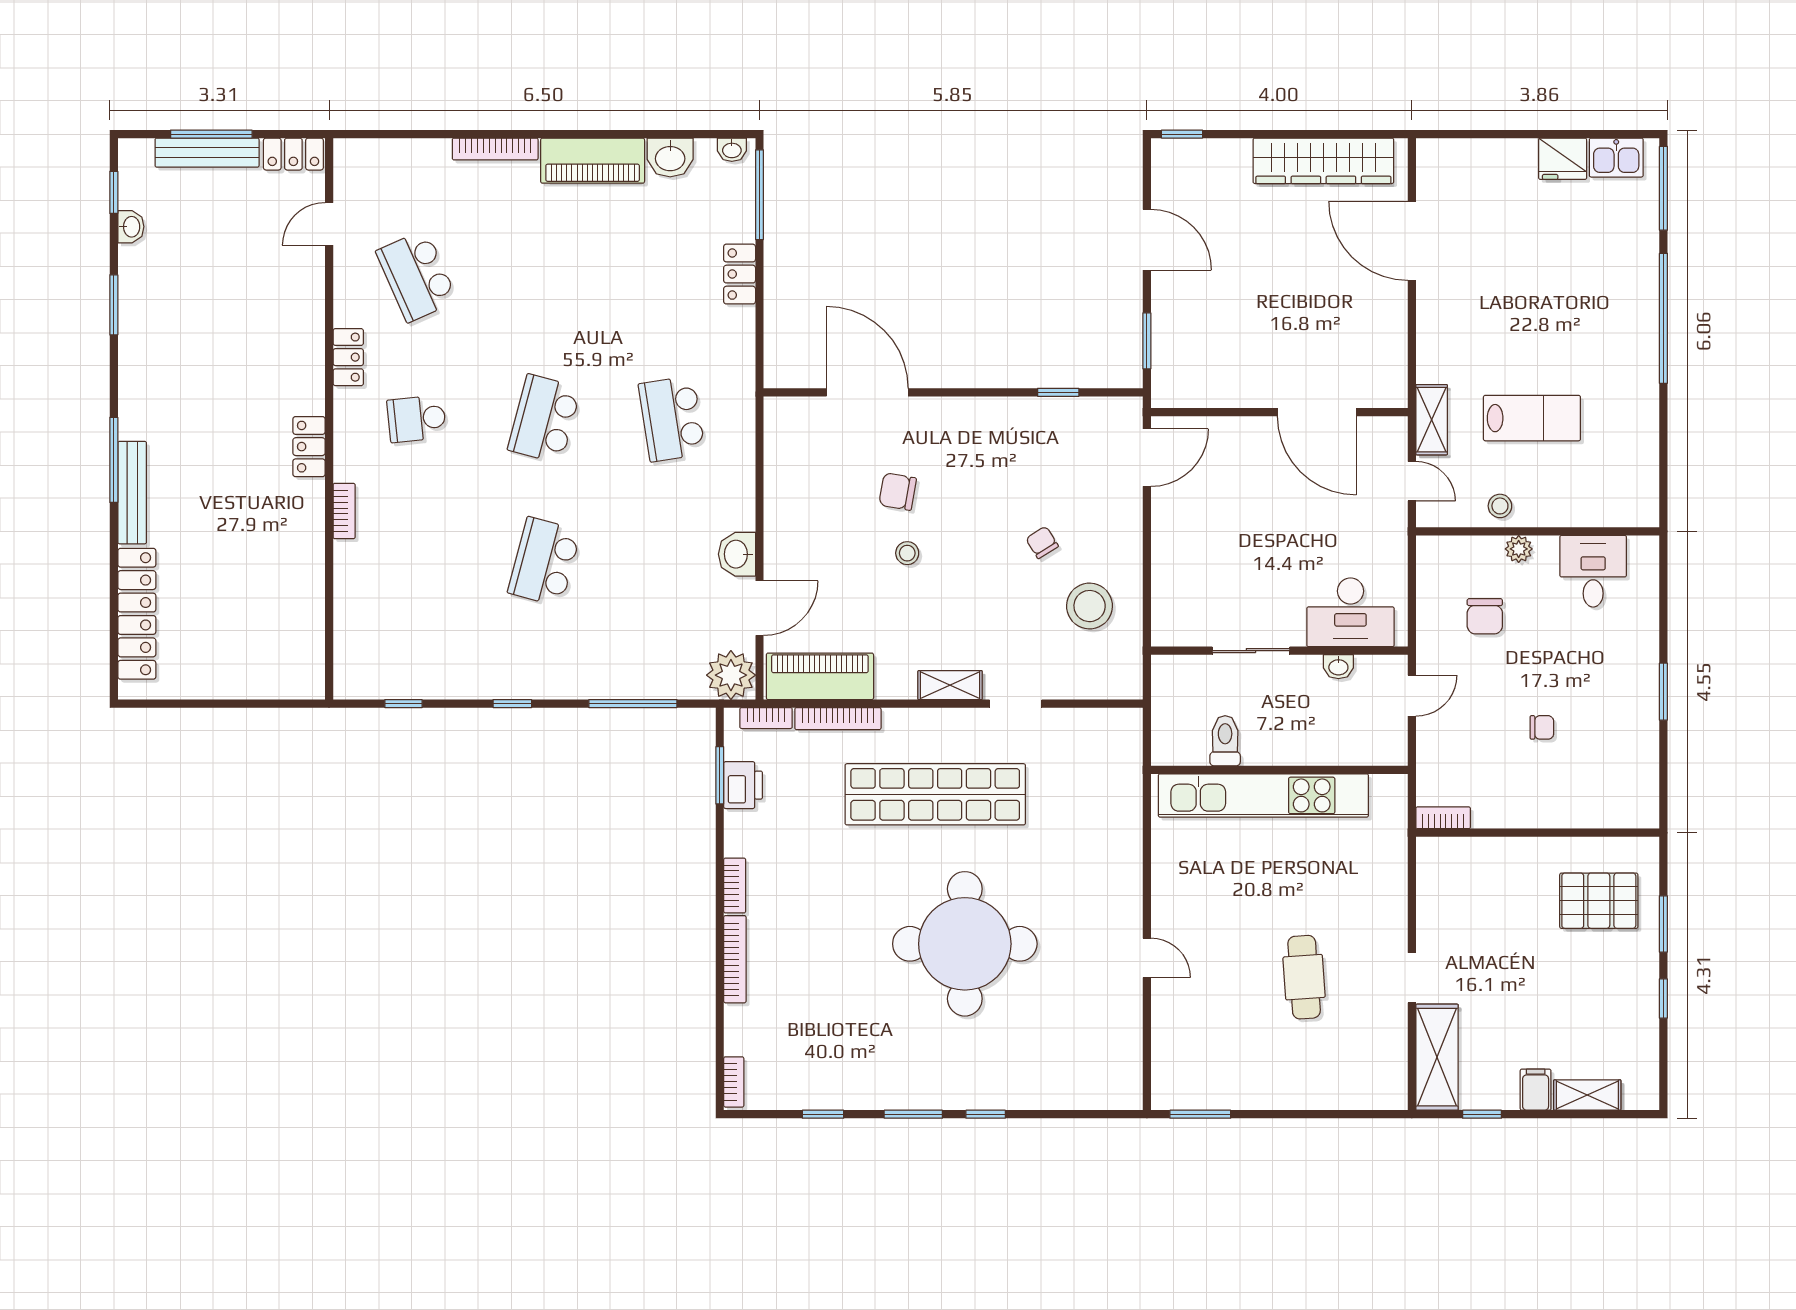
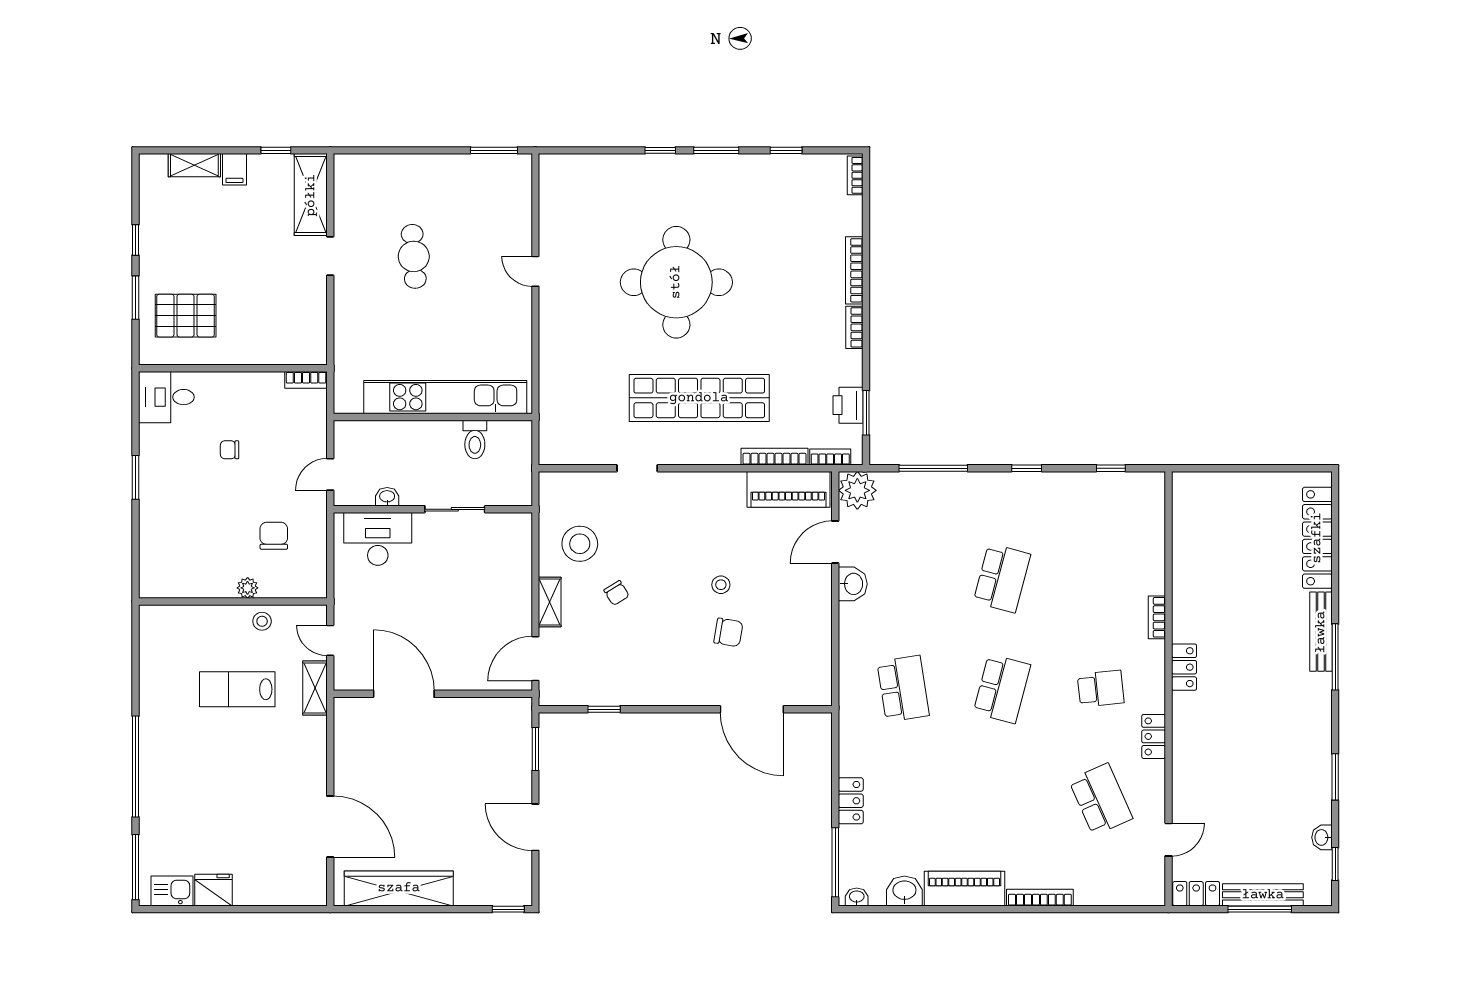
desk: (1593, 571) -> (166, 397), moved, turned 90
shelving: (950, 685) -> (550, 602), moved, turned 90

